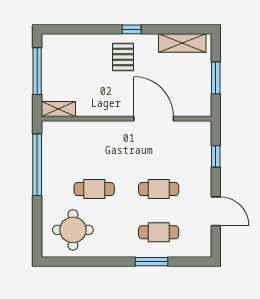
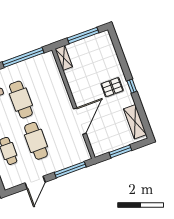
window: (216, 156) -> (70, 170), width x2.17
cafe table: (94, 189) -> (21, 100), width x1.37, depth x1.35
cafe table: (159, 189) -> (36, 141), width x1.37, depth x1.35

